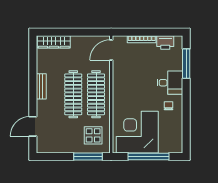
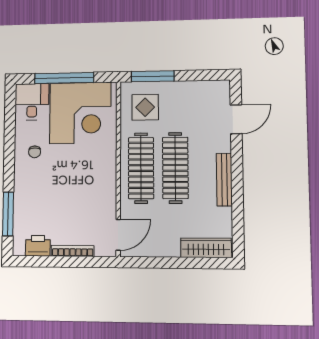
desk: (170, 83) -> (32, 102), moved, turned 90
bench: (41, 86) -> (224, 180), width x1.36

